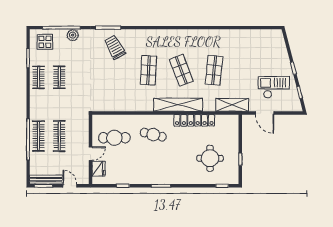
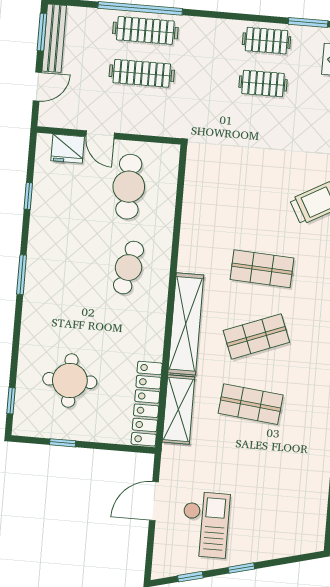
shelving: (232, 105) -> (178, 409), moved
locker: (194, 120) -> (147, 404), moved

